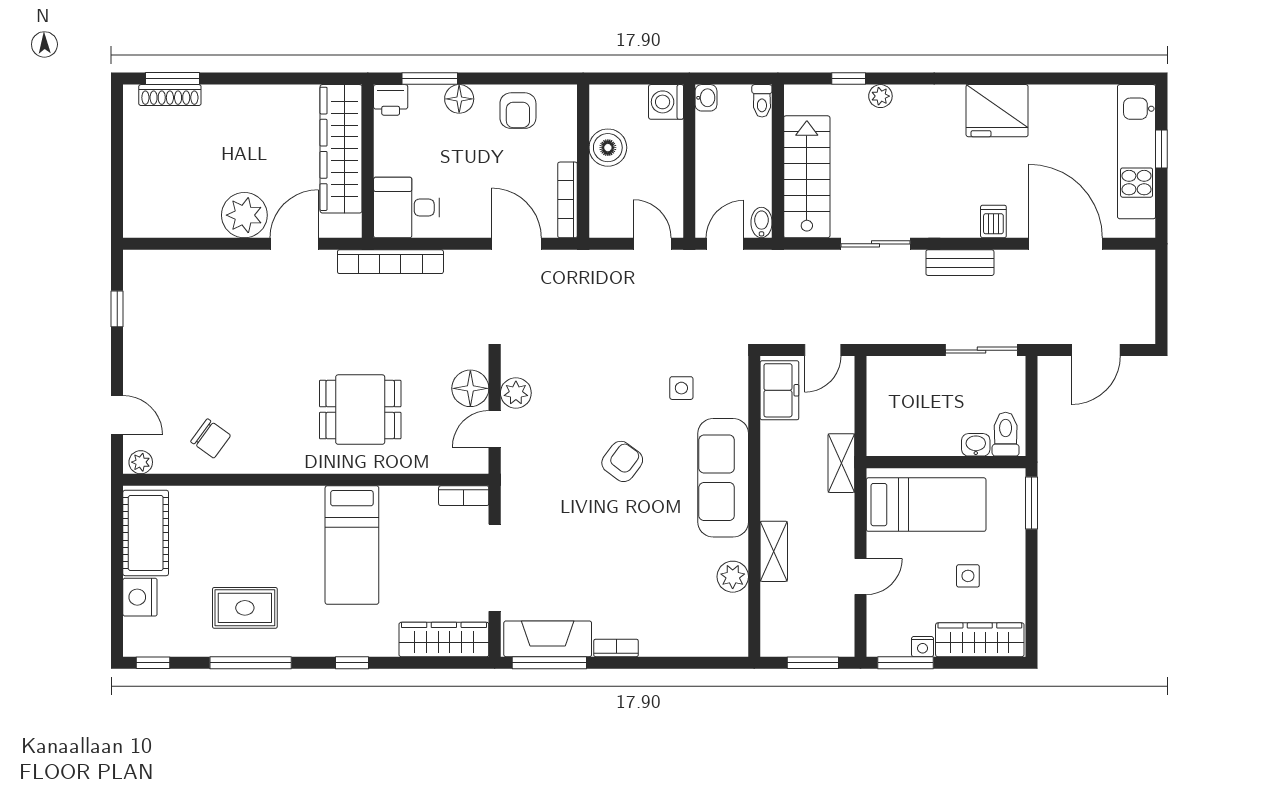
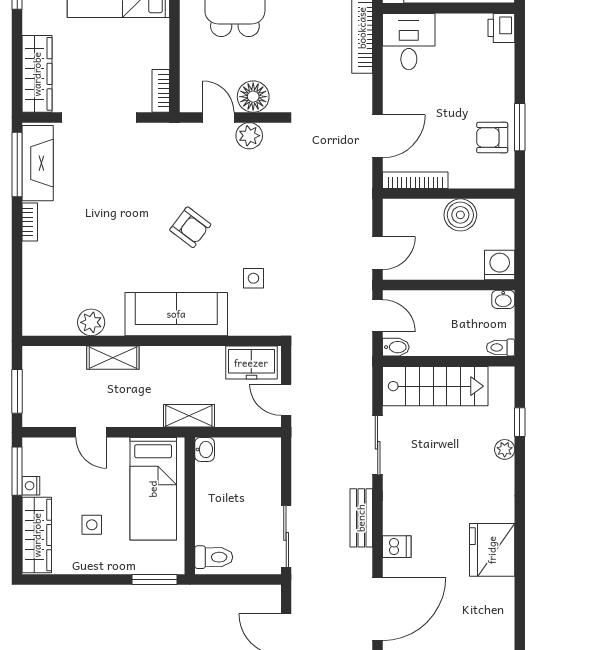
window: (430, 79) -> (520, 127), moved
floor lamp: (459, 99) -> (502, 87), removed
washbasin: (976, 445) -> (205, 449), moved

